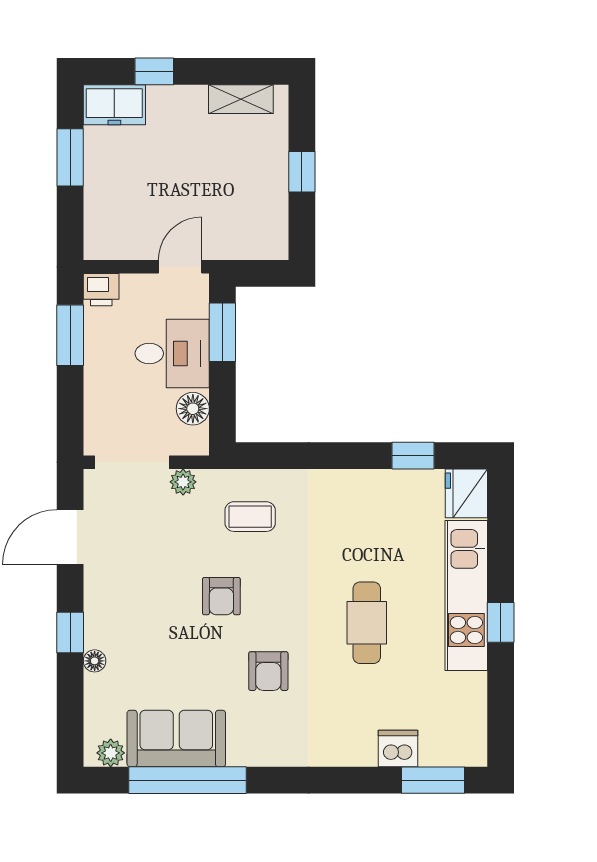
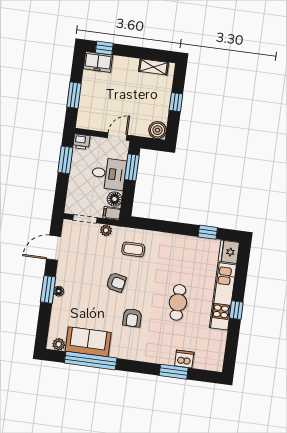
window: (154, 71) -> (104, 48), moved
window: (70, 157) -> (74, 95), moved
boiler: (269, 240) -> (158, 130), added
filing cabinet: (191, 442) -> (112, 213), added
doorway: (132, 462) -> (85, 219), width x0.73
armchair: (221, 596) -> (116, 282), turned -78
window: (70, 633) -> (48, 289), width x1.50
floor lamp: (95, 661) -> (59, 291), moved
window: (433, 780) -> (174, 372), moved

